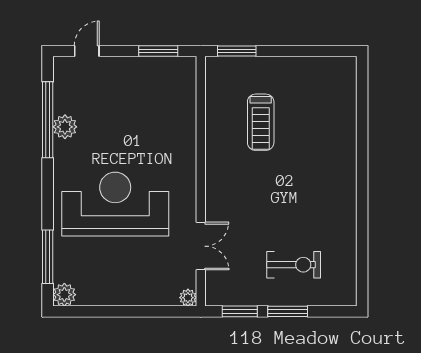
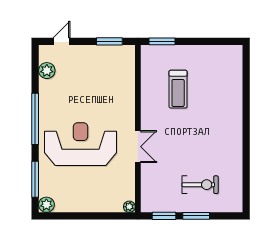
window: (48, 120) -> (35, 119), moved
plant: (65, 127) -> (47, 71), moved
double door: (201, 246) -> (138, 147), moved

